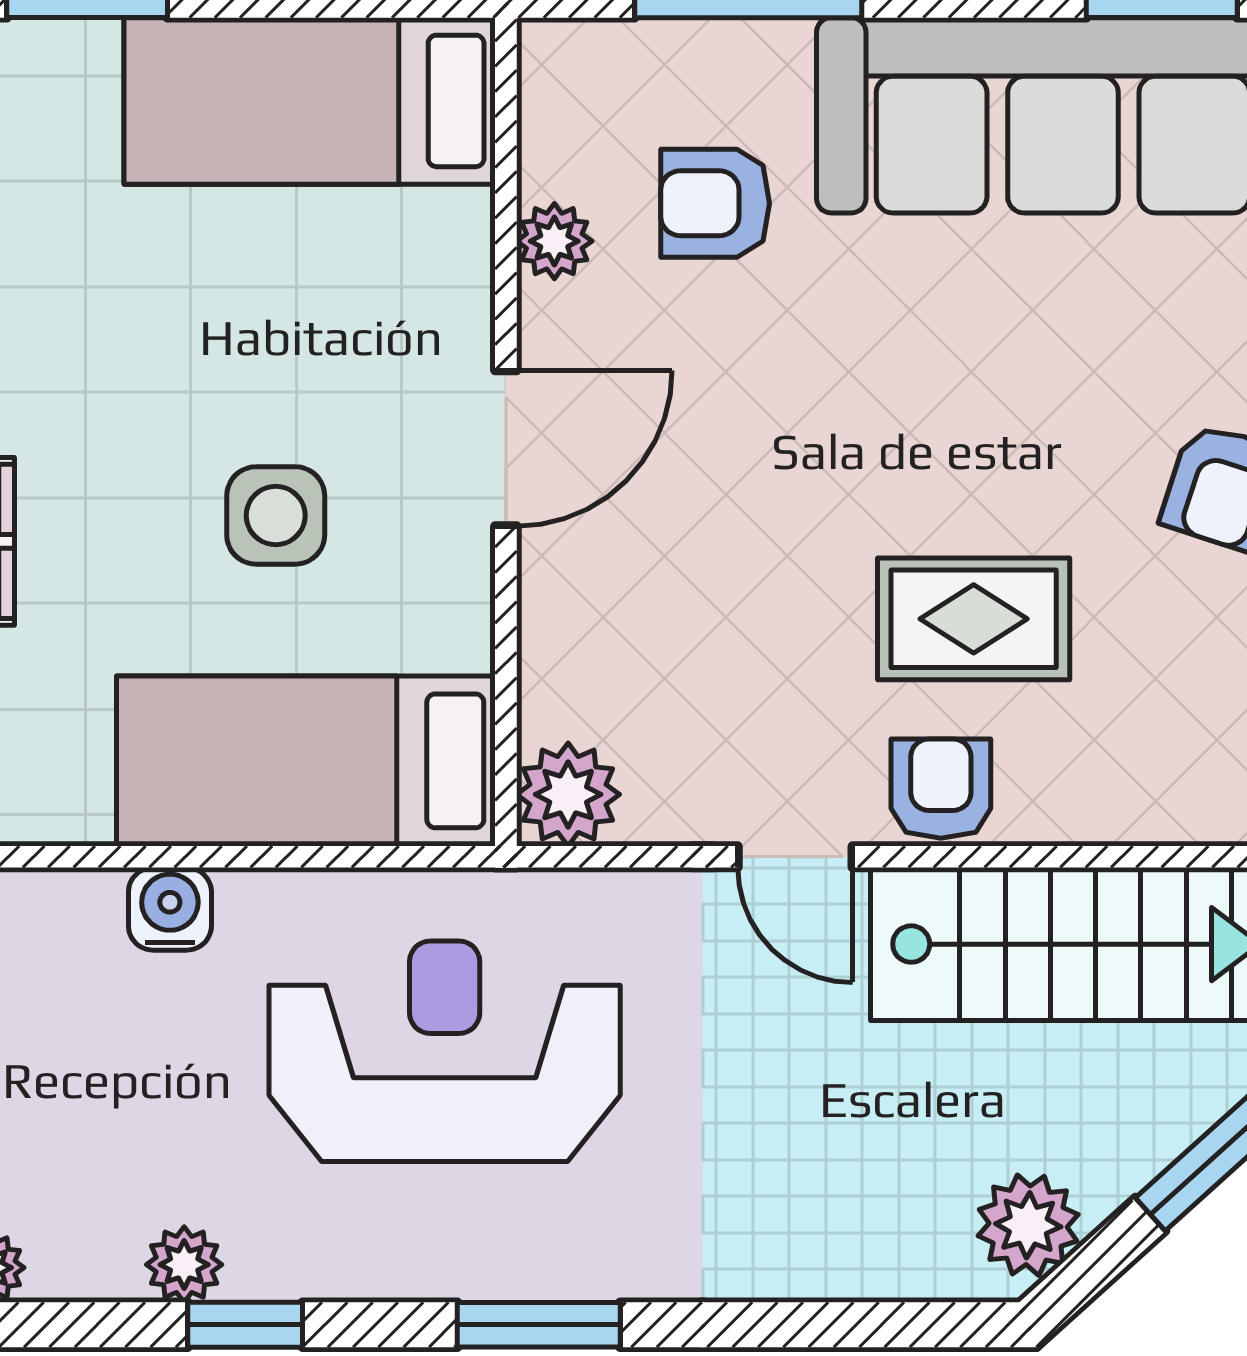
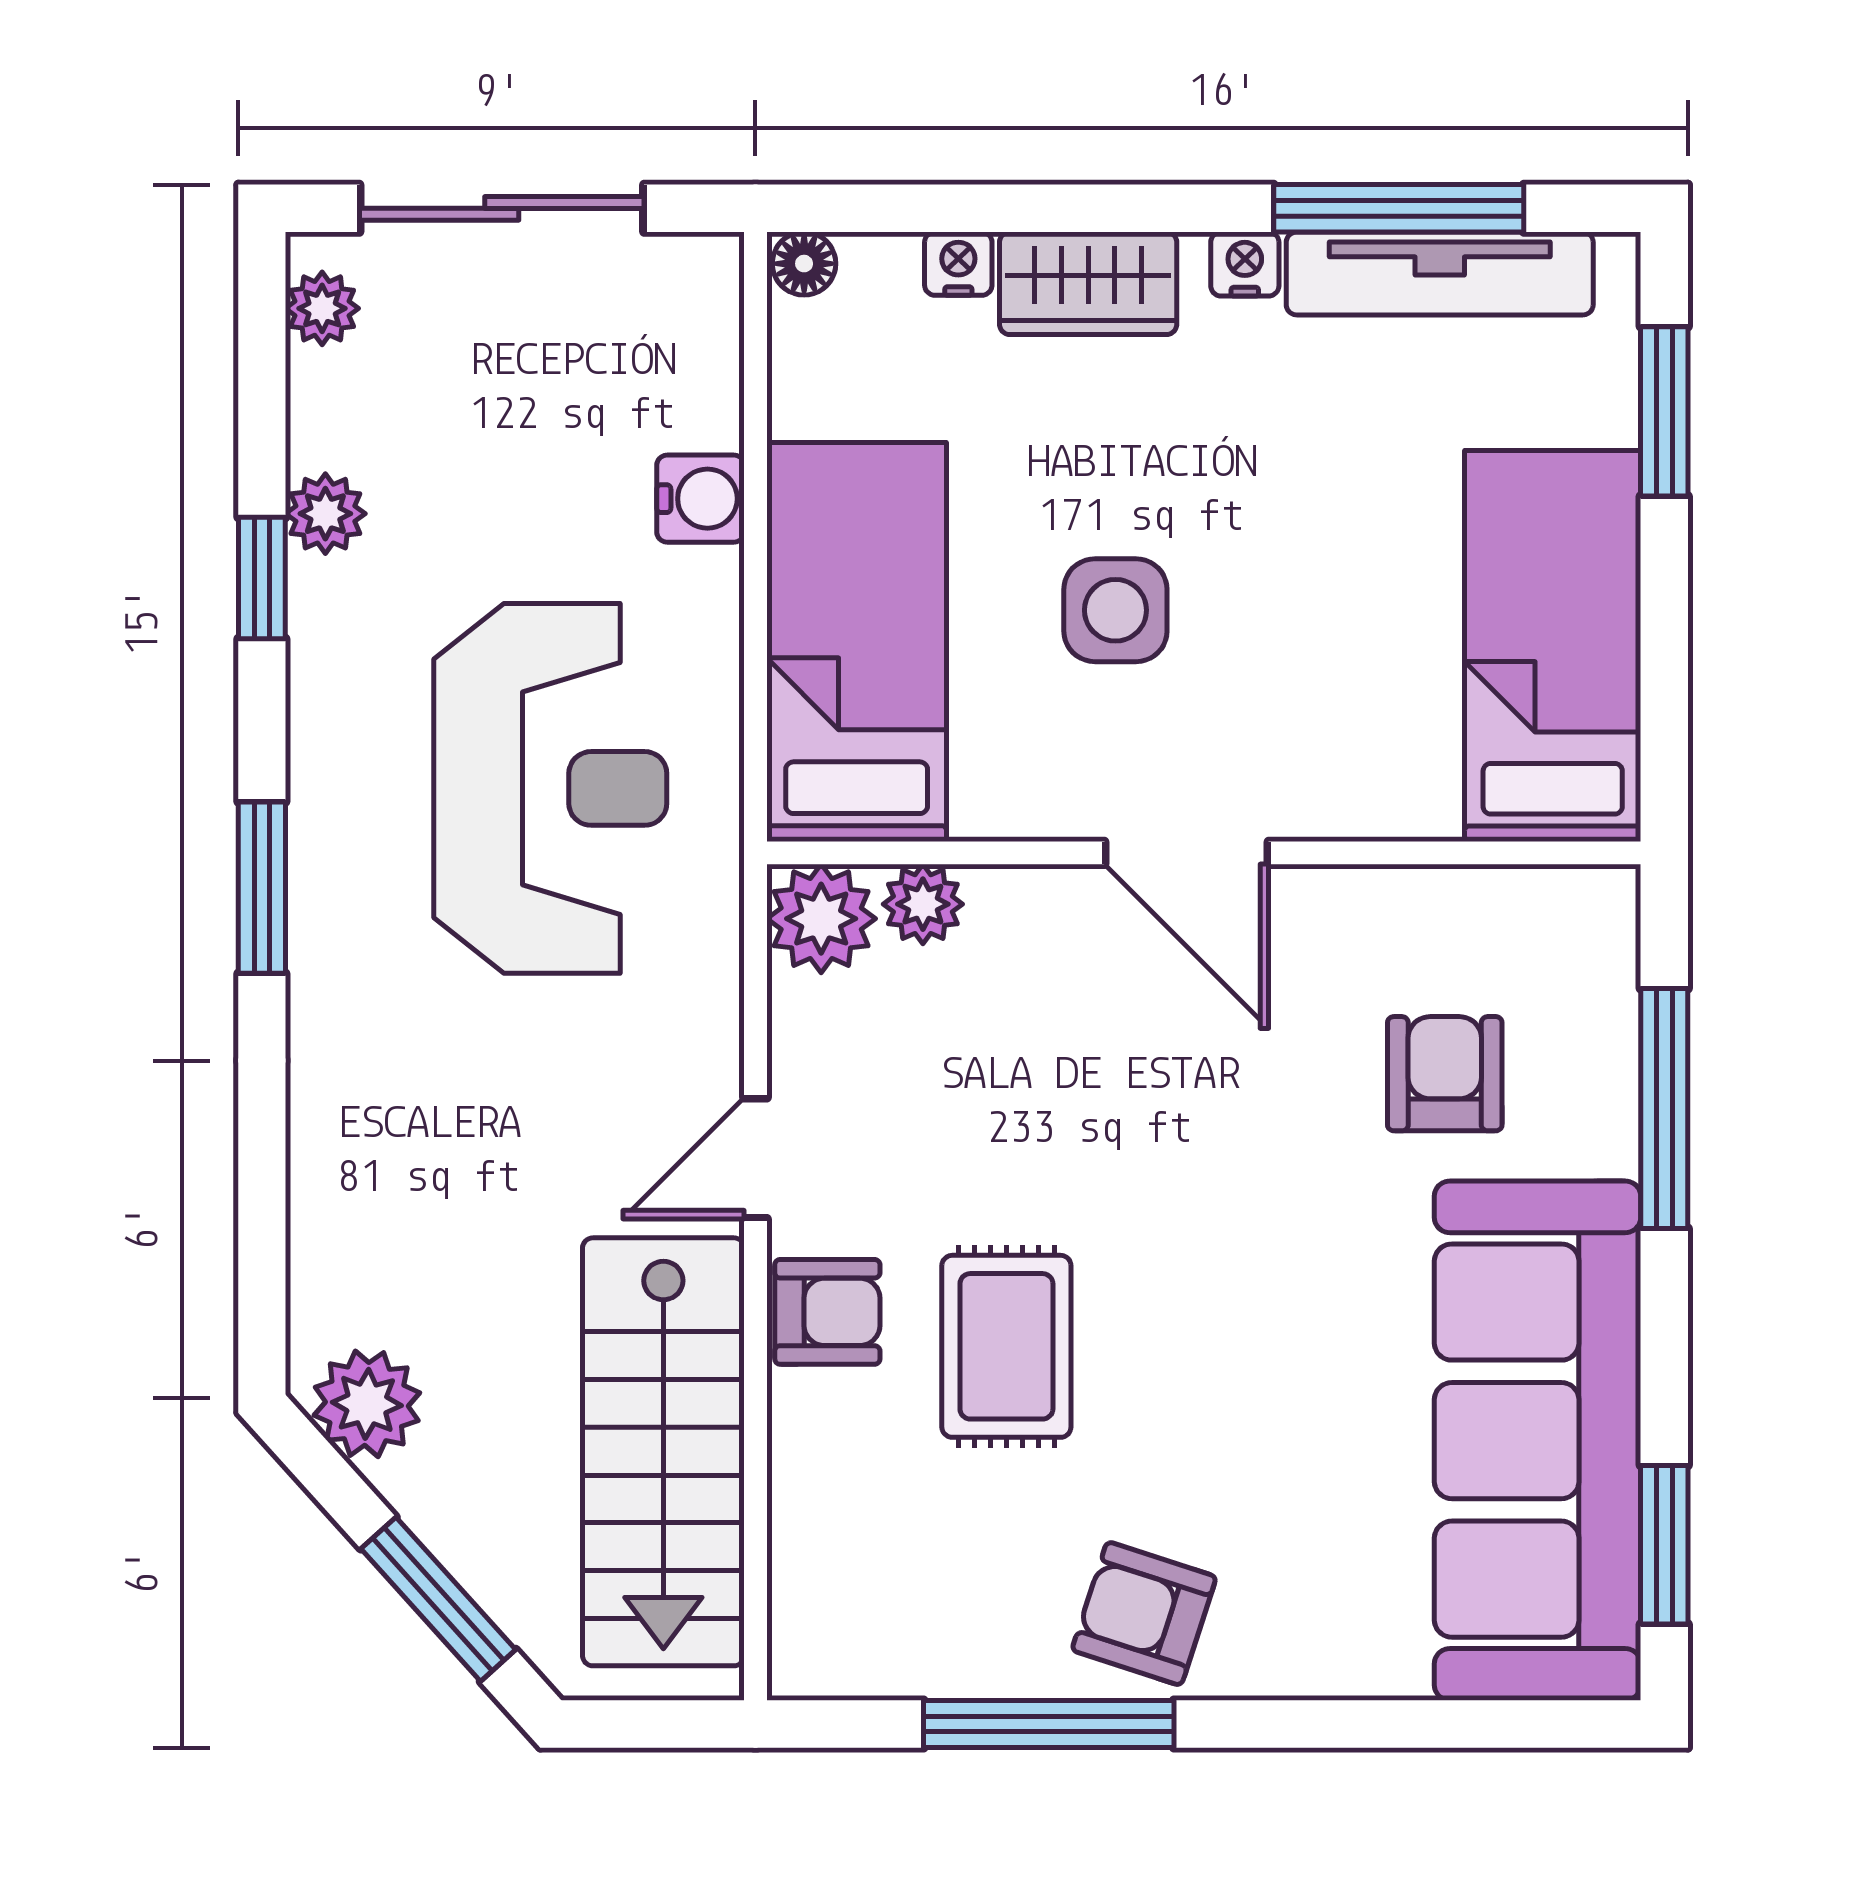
plant: (554, 241) -> (923, 904), moved

